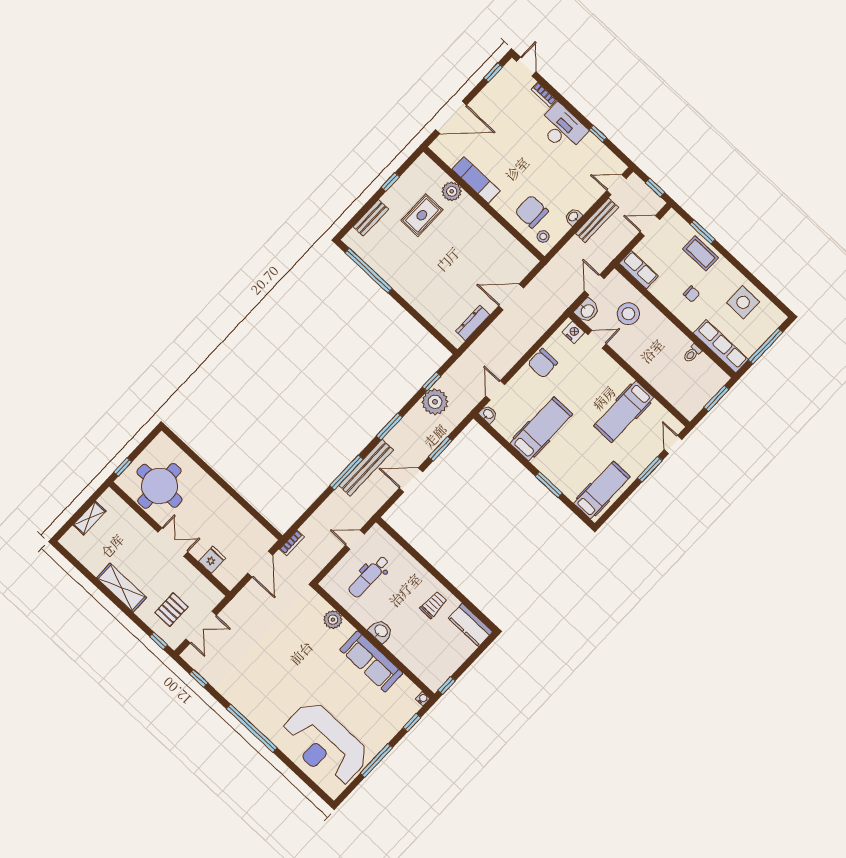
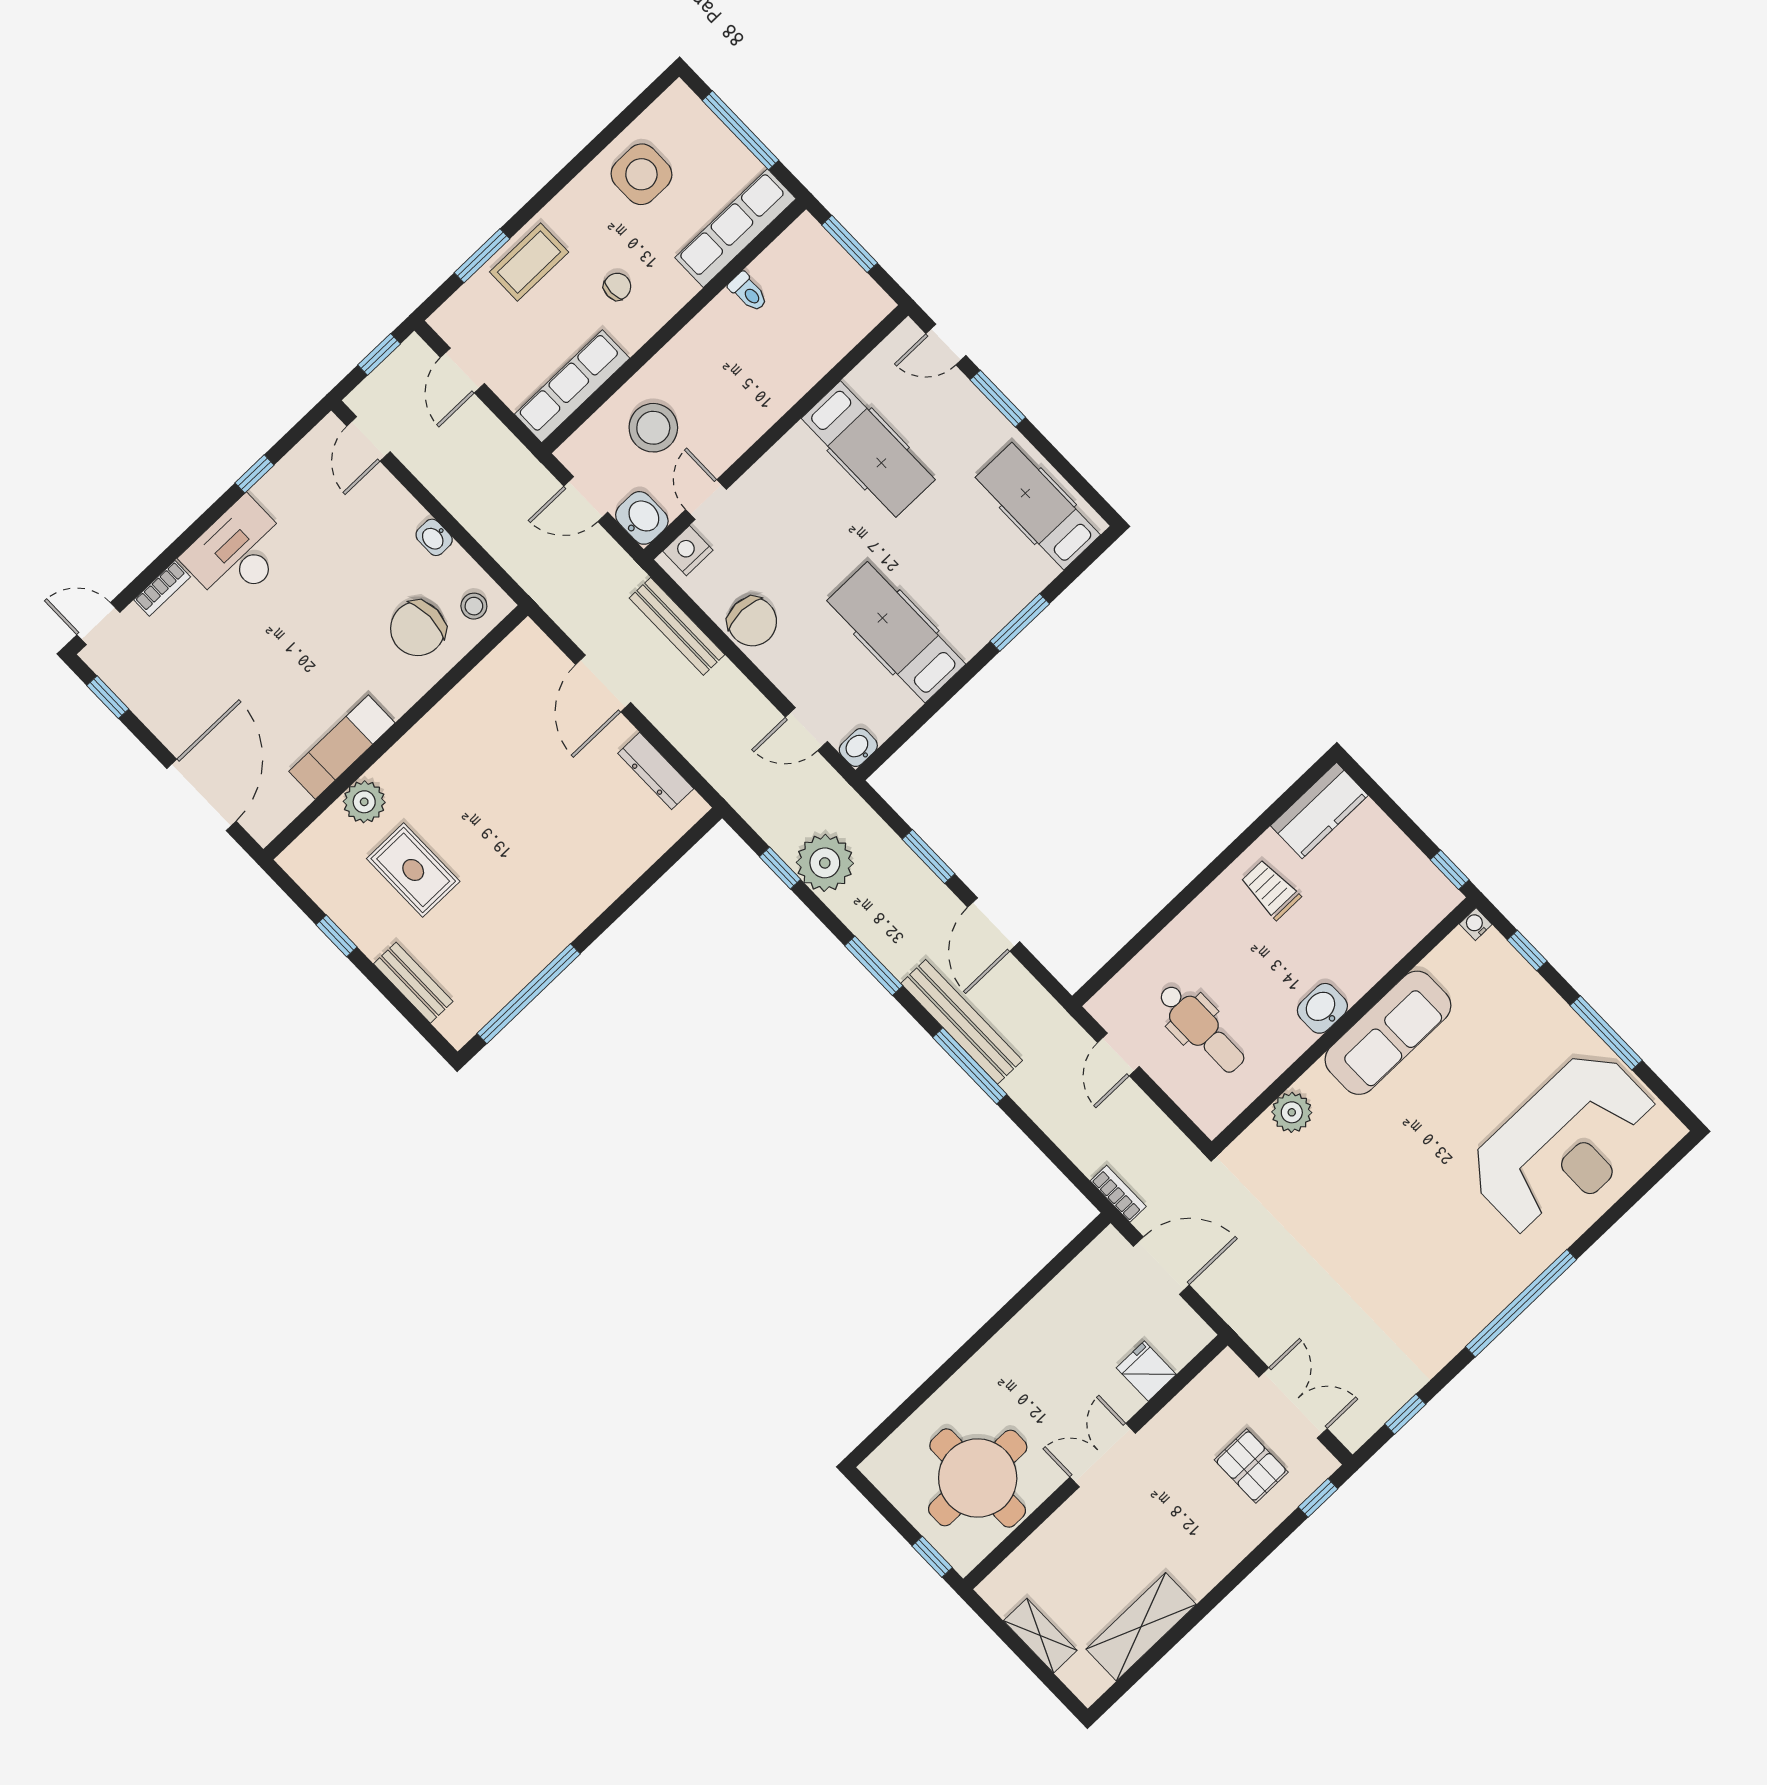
bench: (597, 220) -> (677, 626), moved
row of seats: (639, 270) -> (572, 386), width x1.48
shelving: (122, 588) -> (1141, 1627), moved

